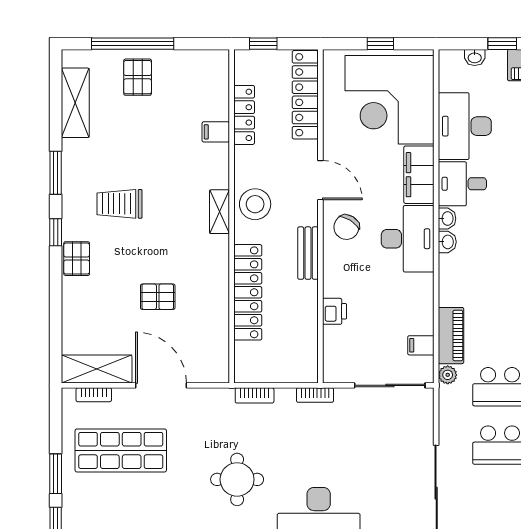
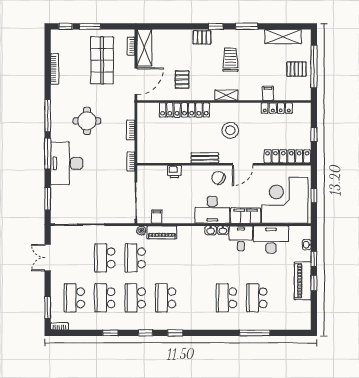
locker: (244, 115) -> (277, 108), moved
filing cabinet: (216, 132) -> (268, 93), moved
shelving: (220, 212) -> (226, 95), moved
wall: (232, 216) -> (224, 102), moved
locker: (248, 292) -> (184, 110), moved

